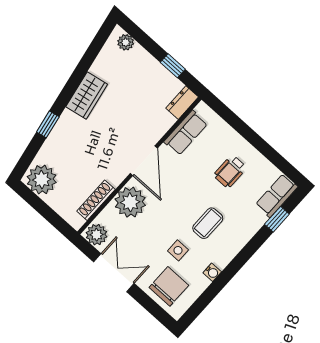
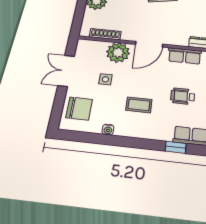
plant: (97, 235) -> (84, 47), removed
side table: (178, 250) -> (105, 79), moved
double door: (114, 273) -> (66, 71), swing flipped

